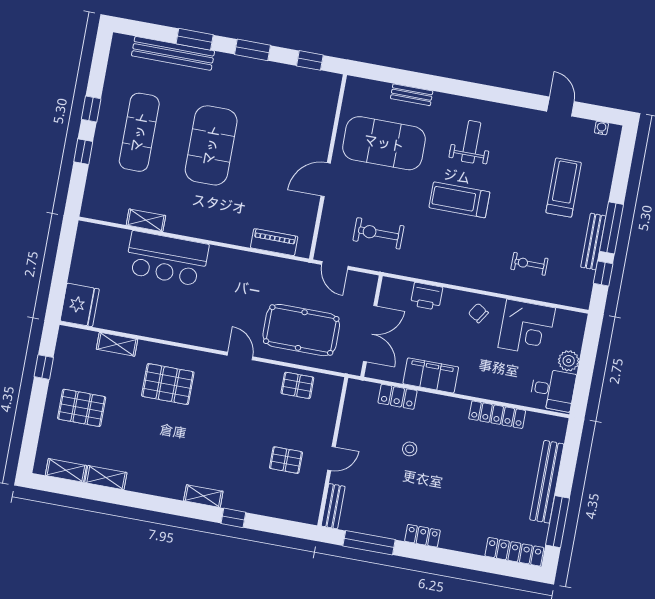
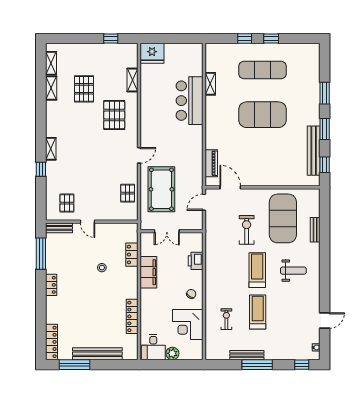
bench: (173, 53) -> (314, 151), moved
door: (326, 180) -> (230, 187), moved
treadmill: (564, 188) -> (258, 312), moved, turned -90
exercise bike: (378, 233) -> (247, 230), moved
window: (603, 273) -> (302, 365), moved
double door: (370, 334) -> (167, 231), width x0.73
pallet: (82, 408) -> (84, 89), moved
pallet: (286, 460) -> (67, 203), moved

